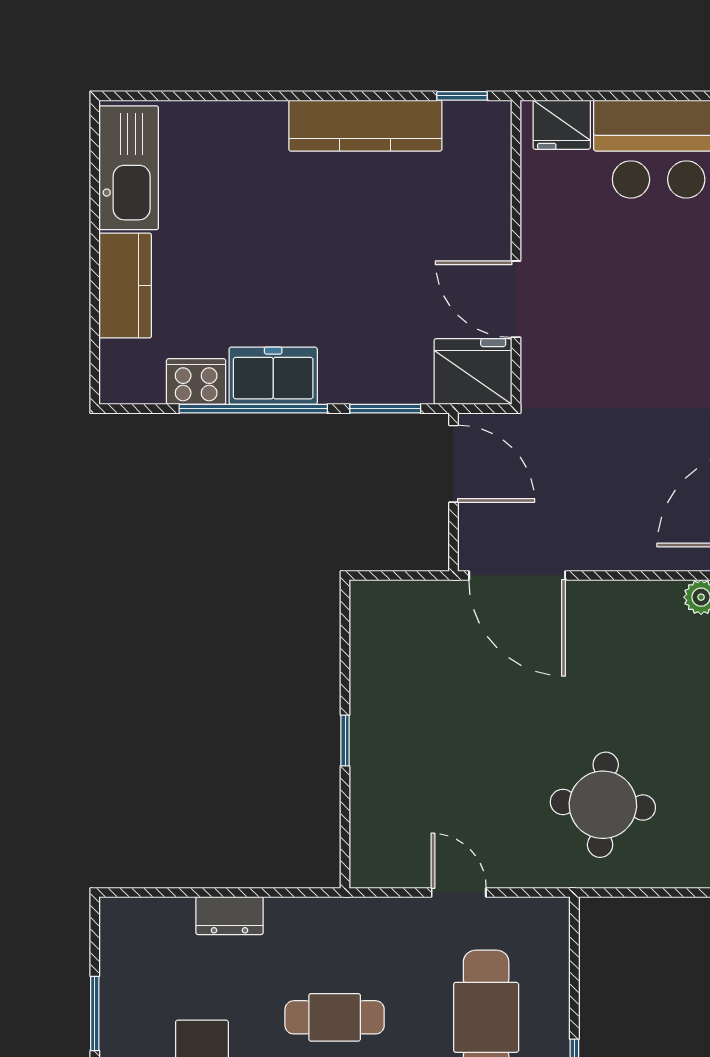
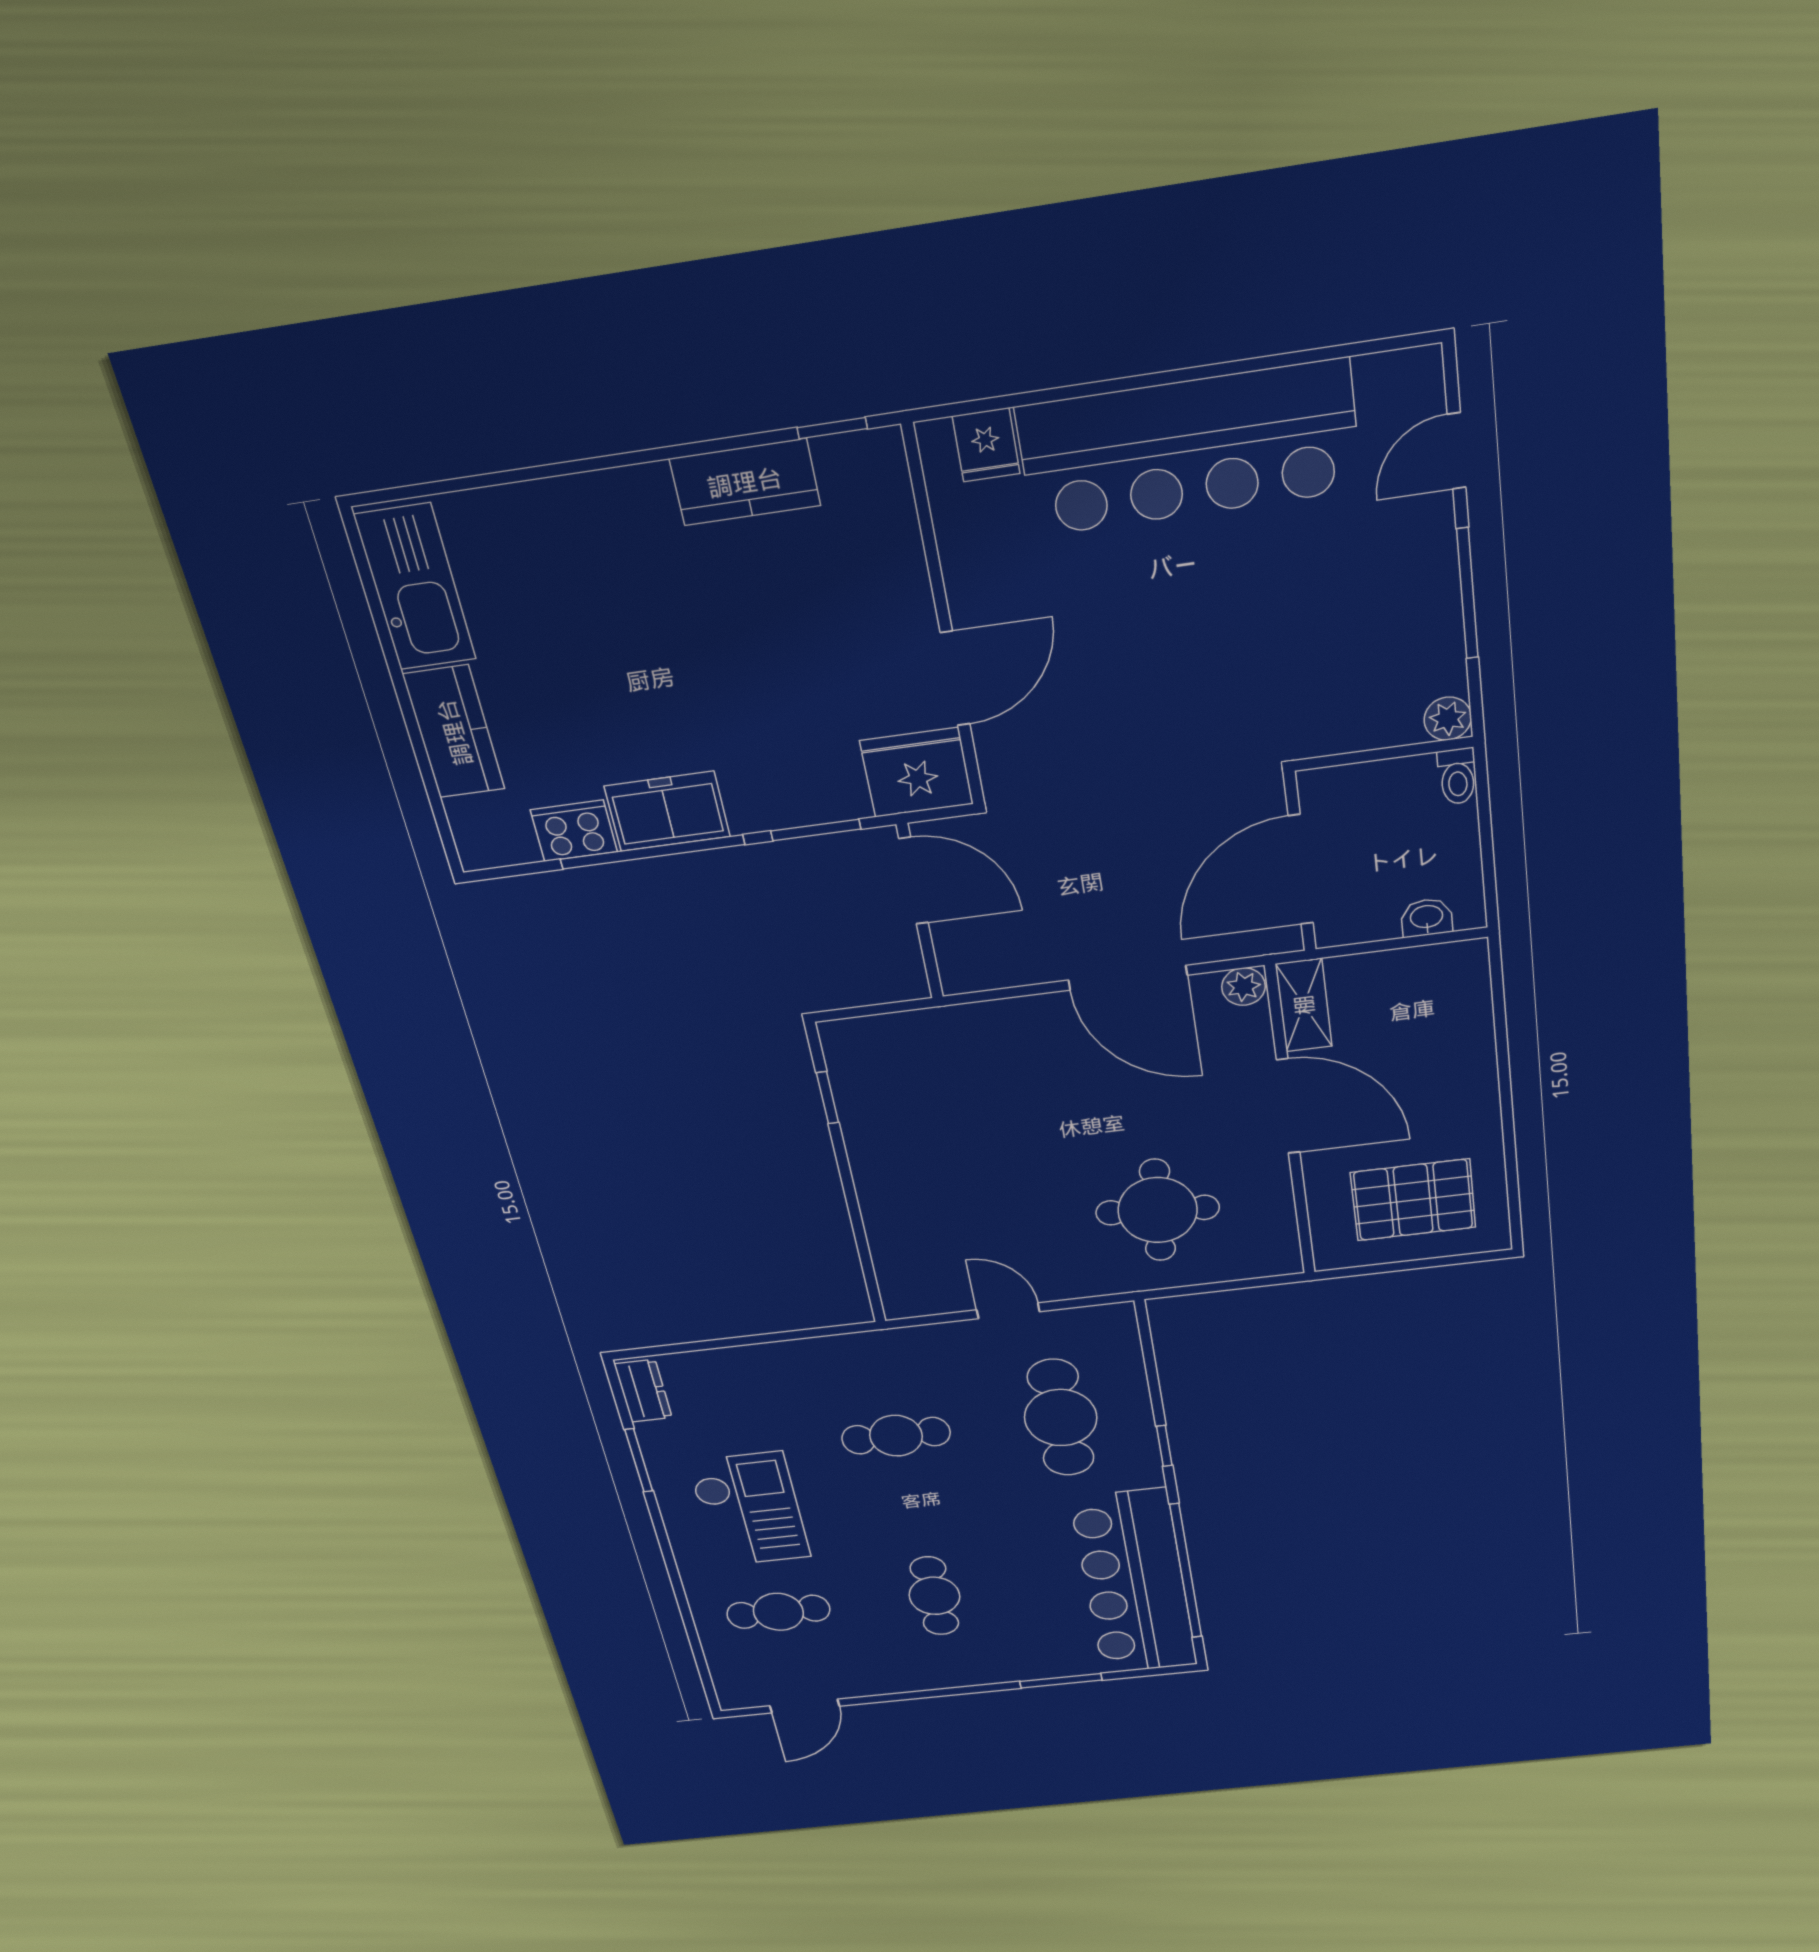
fridge: (562, 125) -> (986, 445), width x0.72
kitchen counter: (365, 126) -> (745, 482), width x0.67
door: (516, 299) -> (955, 678), swing flipped
door: (517, 575) -> (1128, 978), moved
window: (345, 740) -> (827, 1098), moved
dresser: (230, 916) -> (643, 1391), moved, turned -90

